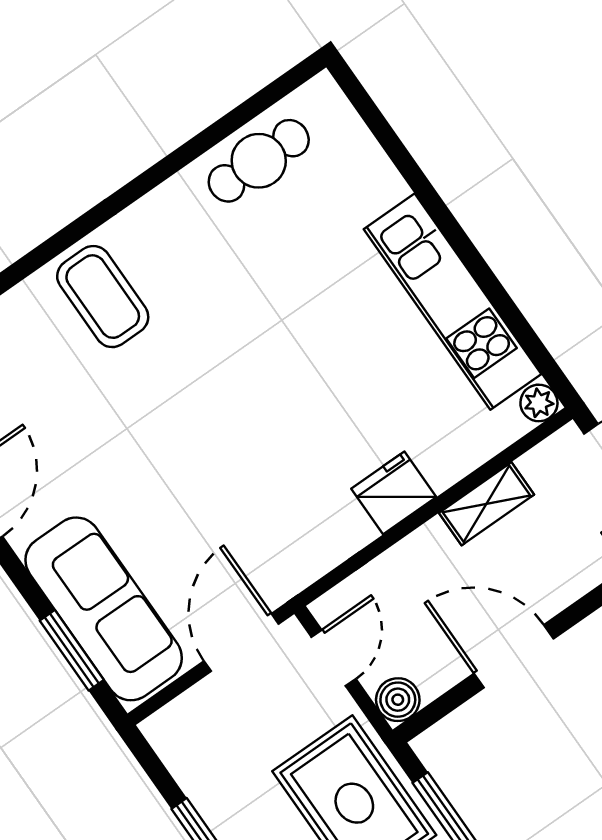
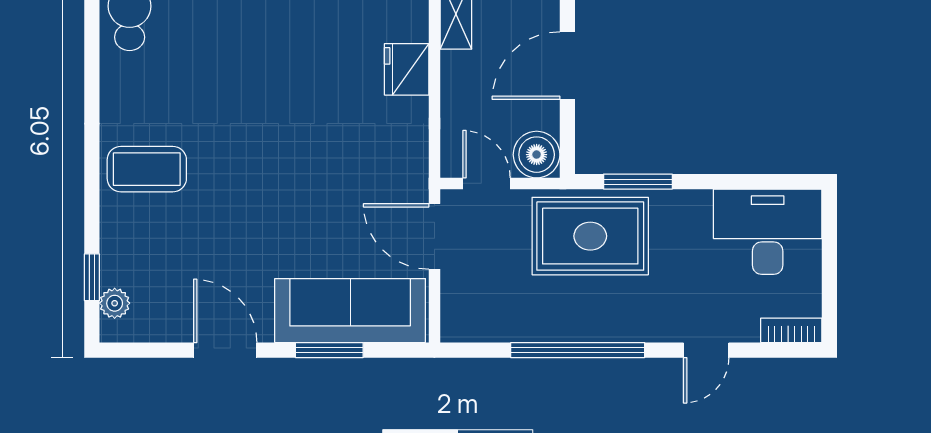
window: (72, 650) -> (329, 350), moved
boiler: (398, 700) -> (537, 155), width x1.36, depth x1.36

